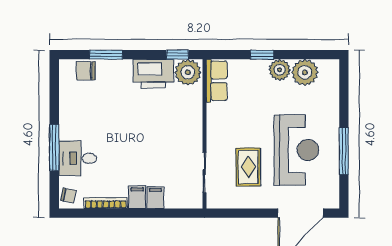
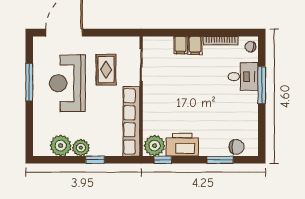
row of seats: (217, 81) -> (131, 121), width x2.02

